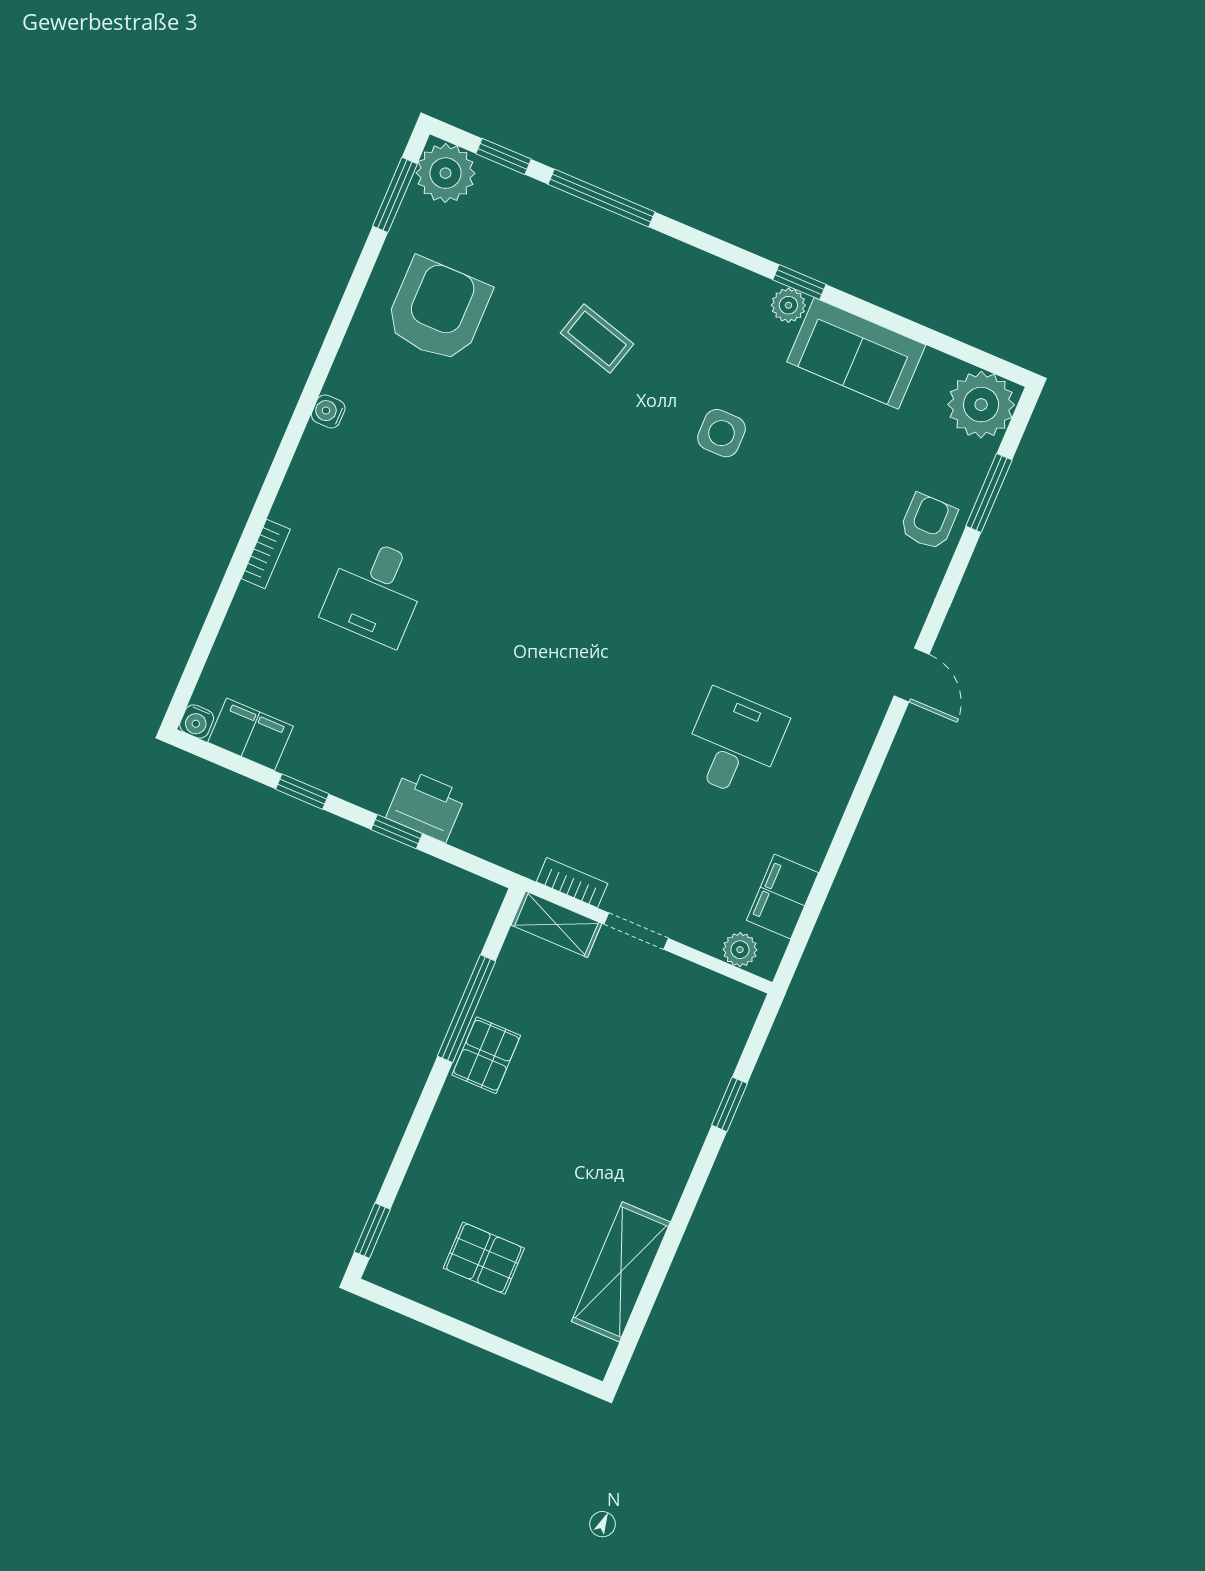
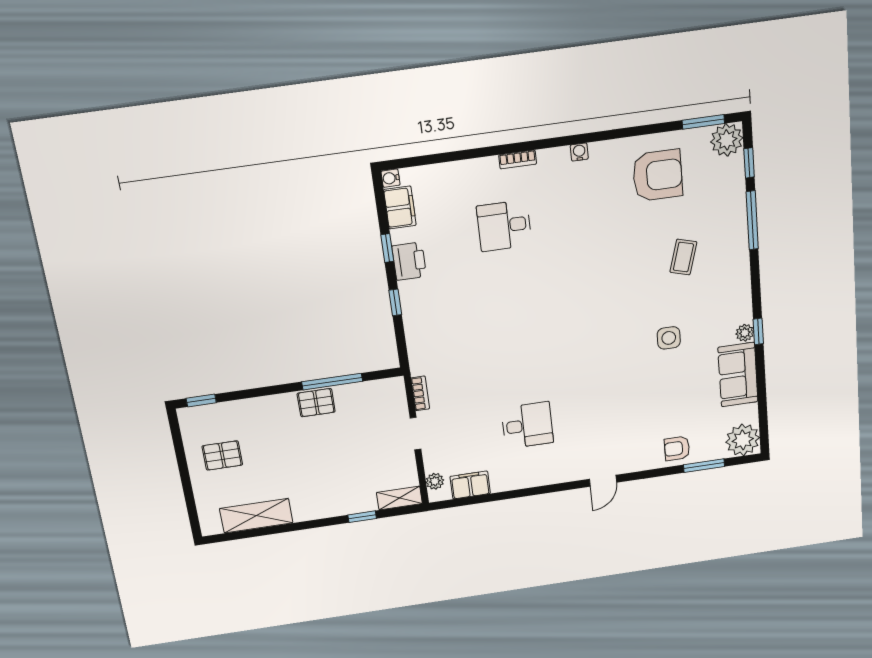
armchair: (928, 522) -> (677, 448), turned 180
bookcase: (266, 554) -> (518, 159), moved
printer: (426, 806) -> (409, 261), moved
shelving: (556, 924) -> (399, 498), moved, turned 90
pallet: (484, 1258) -> (222, 455), turned 90

